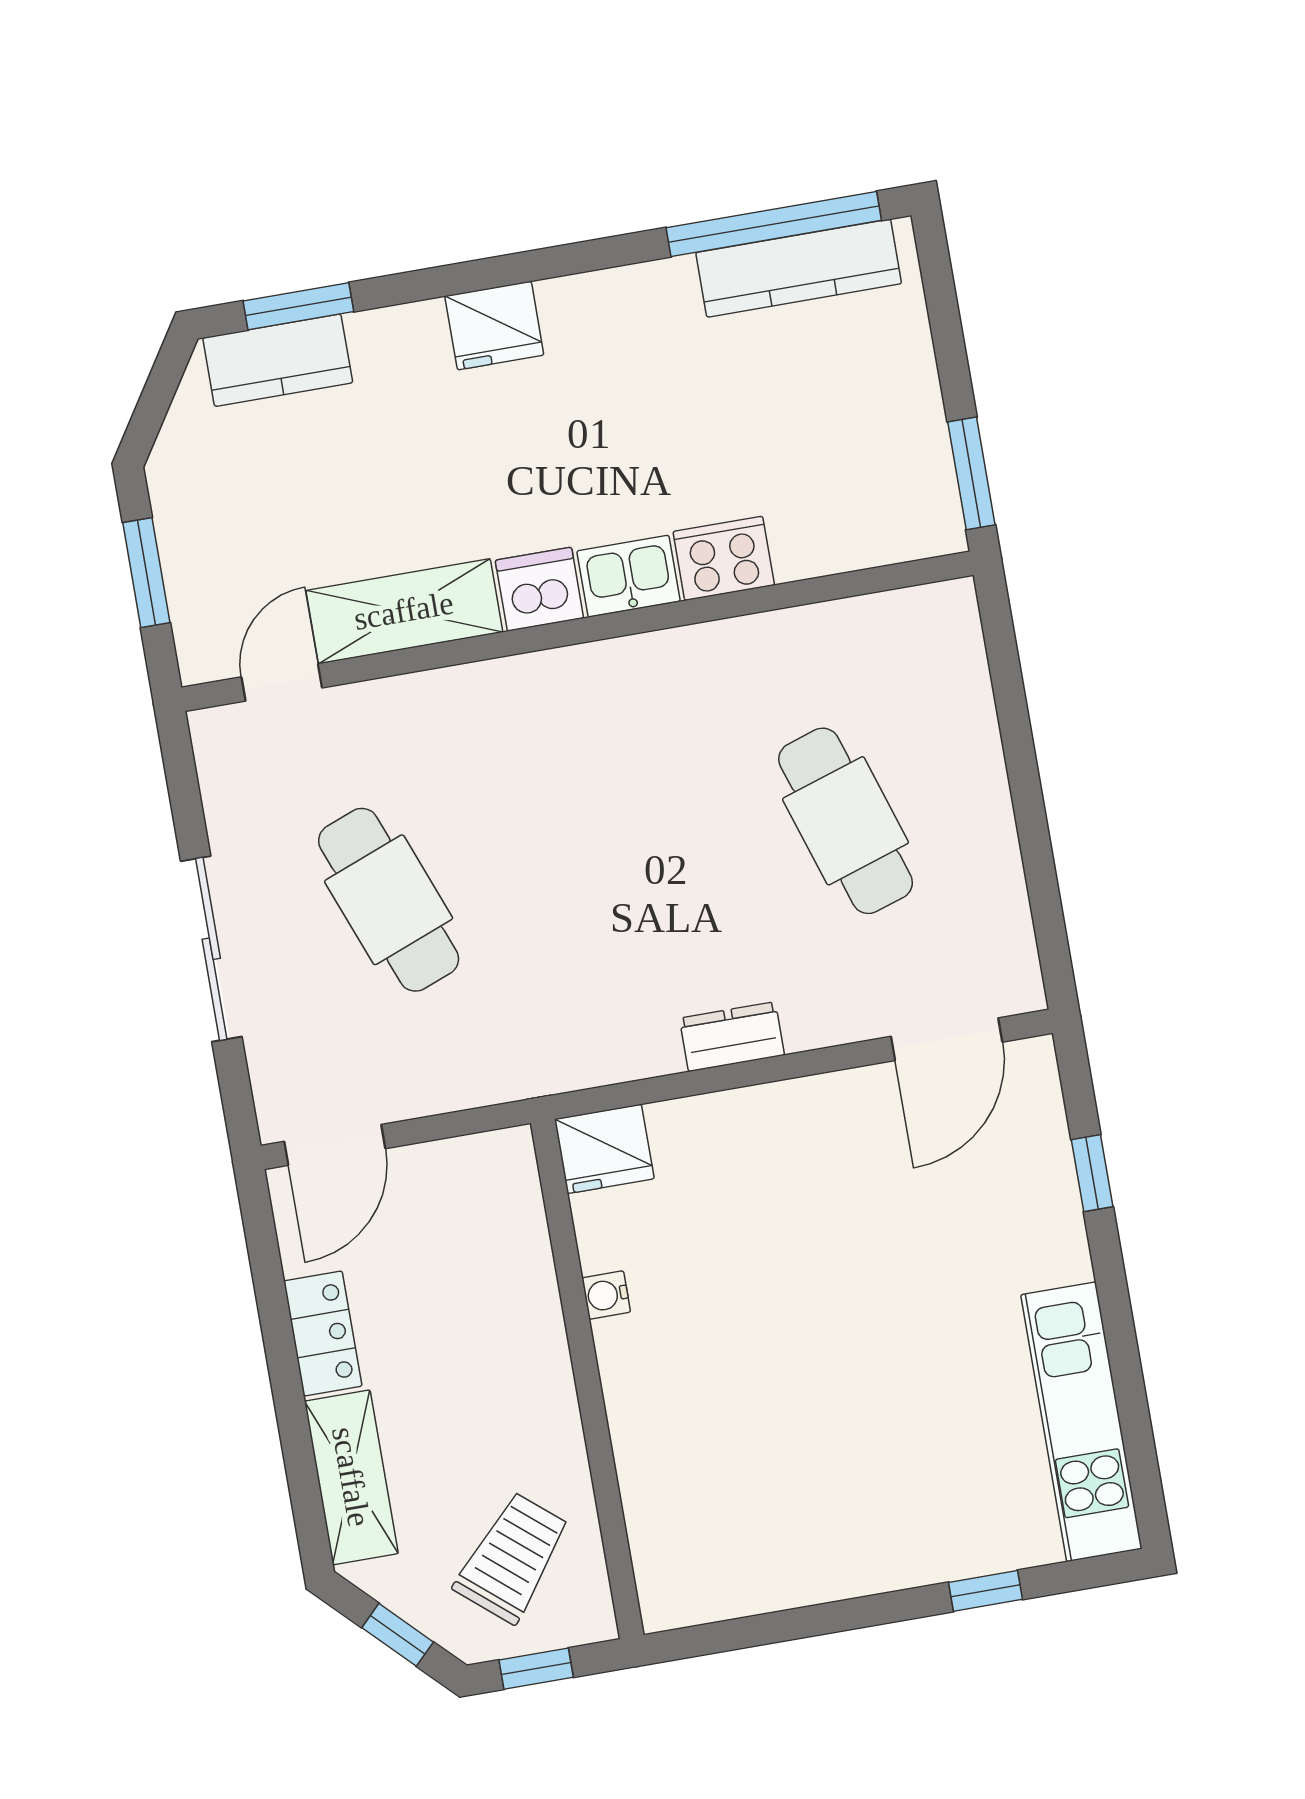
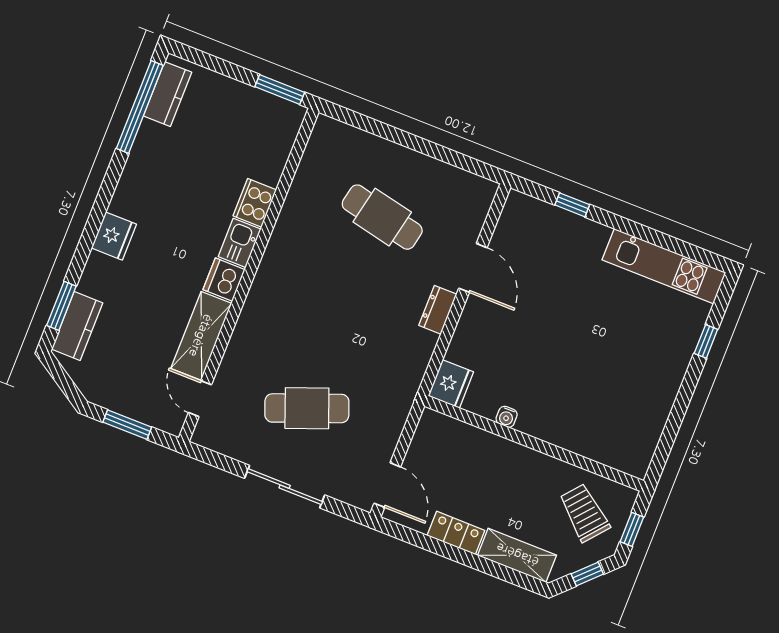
kitchen counter: (799, 268) -> (168, 94), width x0.67
cafe table: (846, 821) -> (382, 217), turned 30
door: (947, 1039) -> (473, 268), moved

